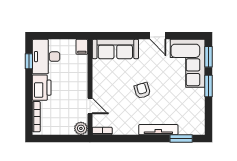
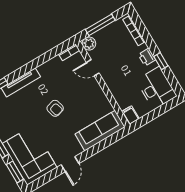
door: (158, 36) -> (70, 164), swing flipped
window: (29, 61) -> (161, 61), moved
printer: (42, 88) -> (147, 57), width x0.53, depth x0.68
window: (62, 139) -> (100, 25), added

